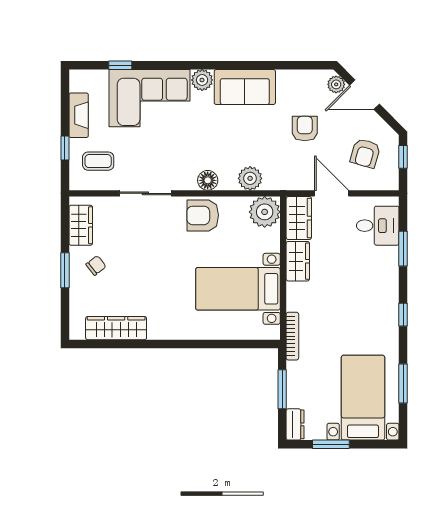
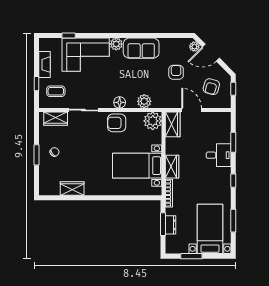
wardrobe: (81, 225) -> (56, 119), moved, turned 90
desk: (378, 226) -> (219, 155), moved
wardrobe: (298, 261) -> (172, 167), moved
wardrobe: (116, 328) -> (72, 188), width x0.67
dresser: (295, 424) -> (170, 225), moved

